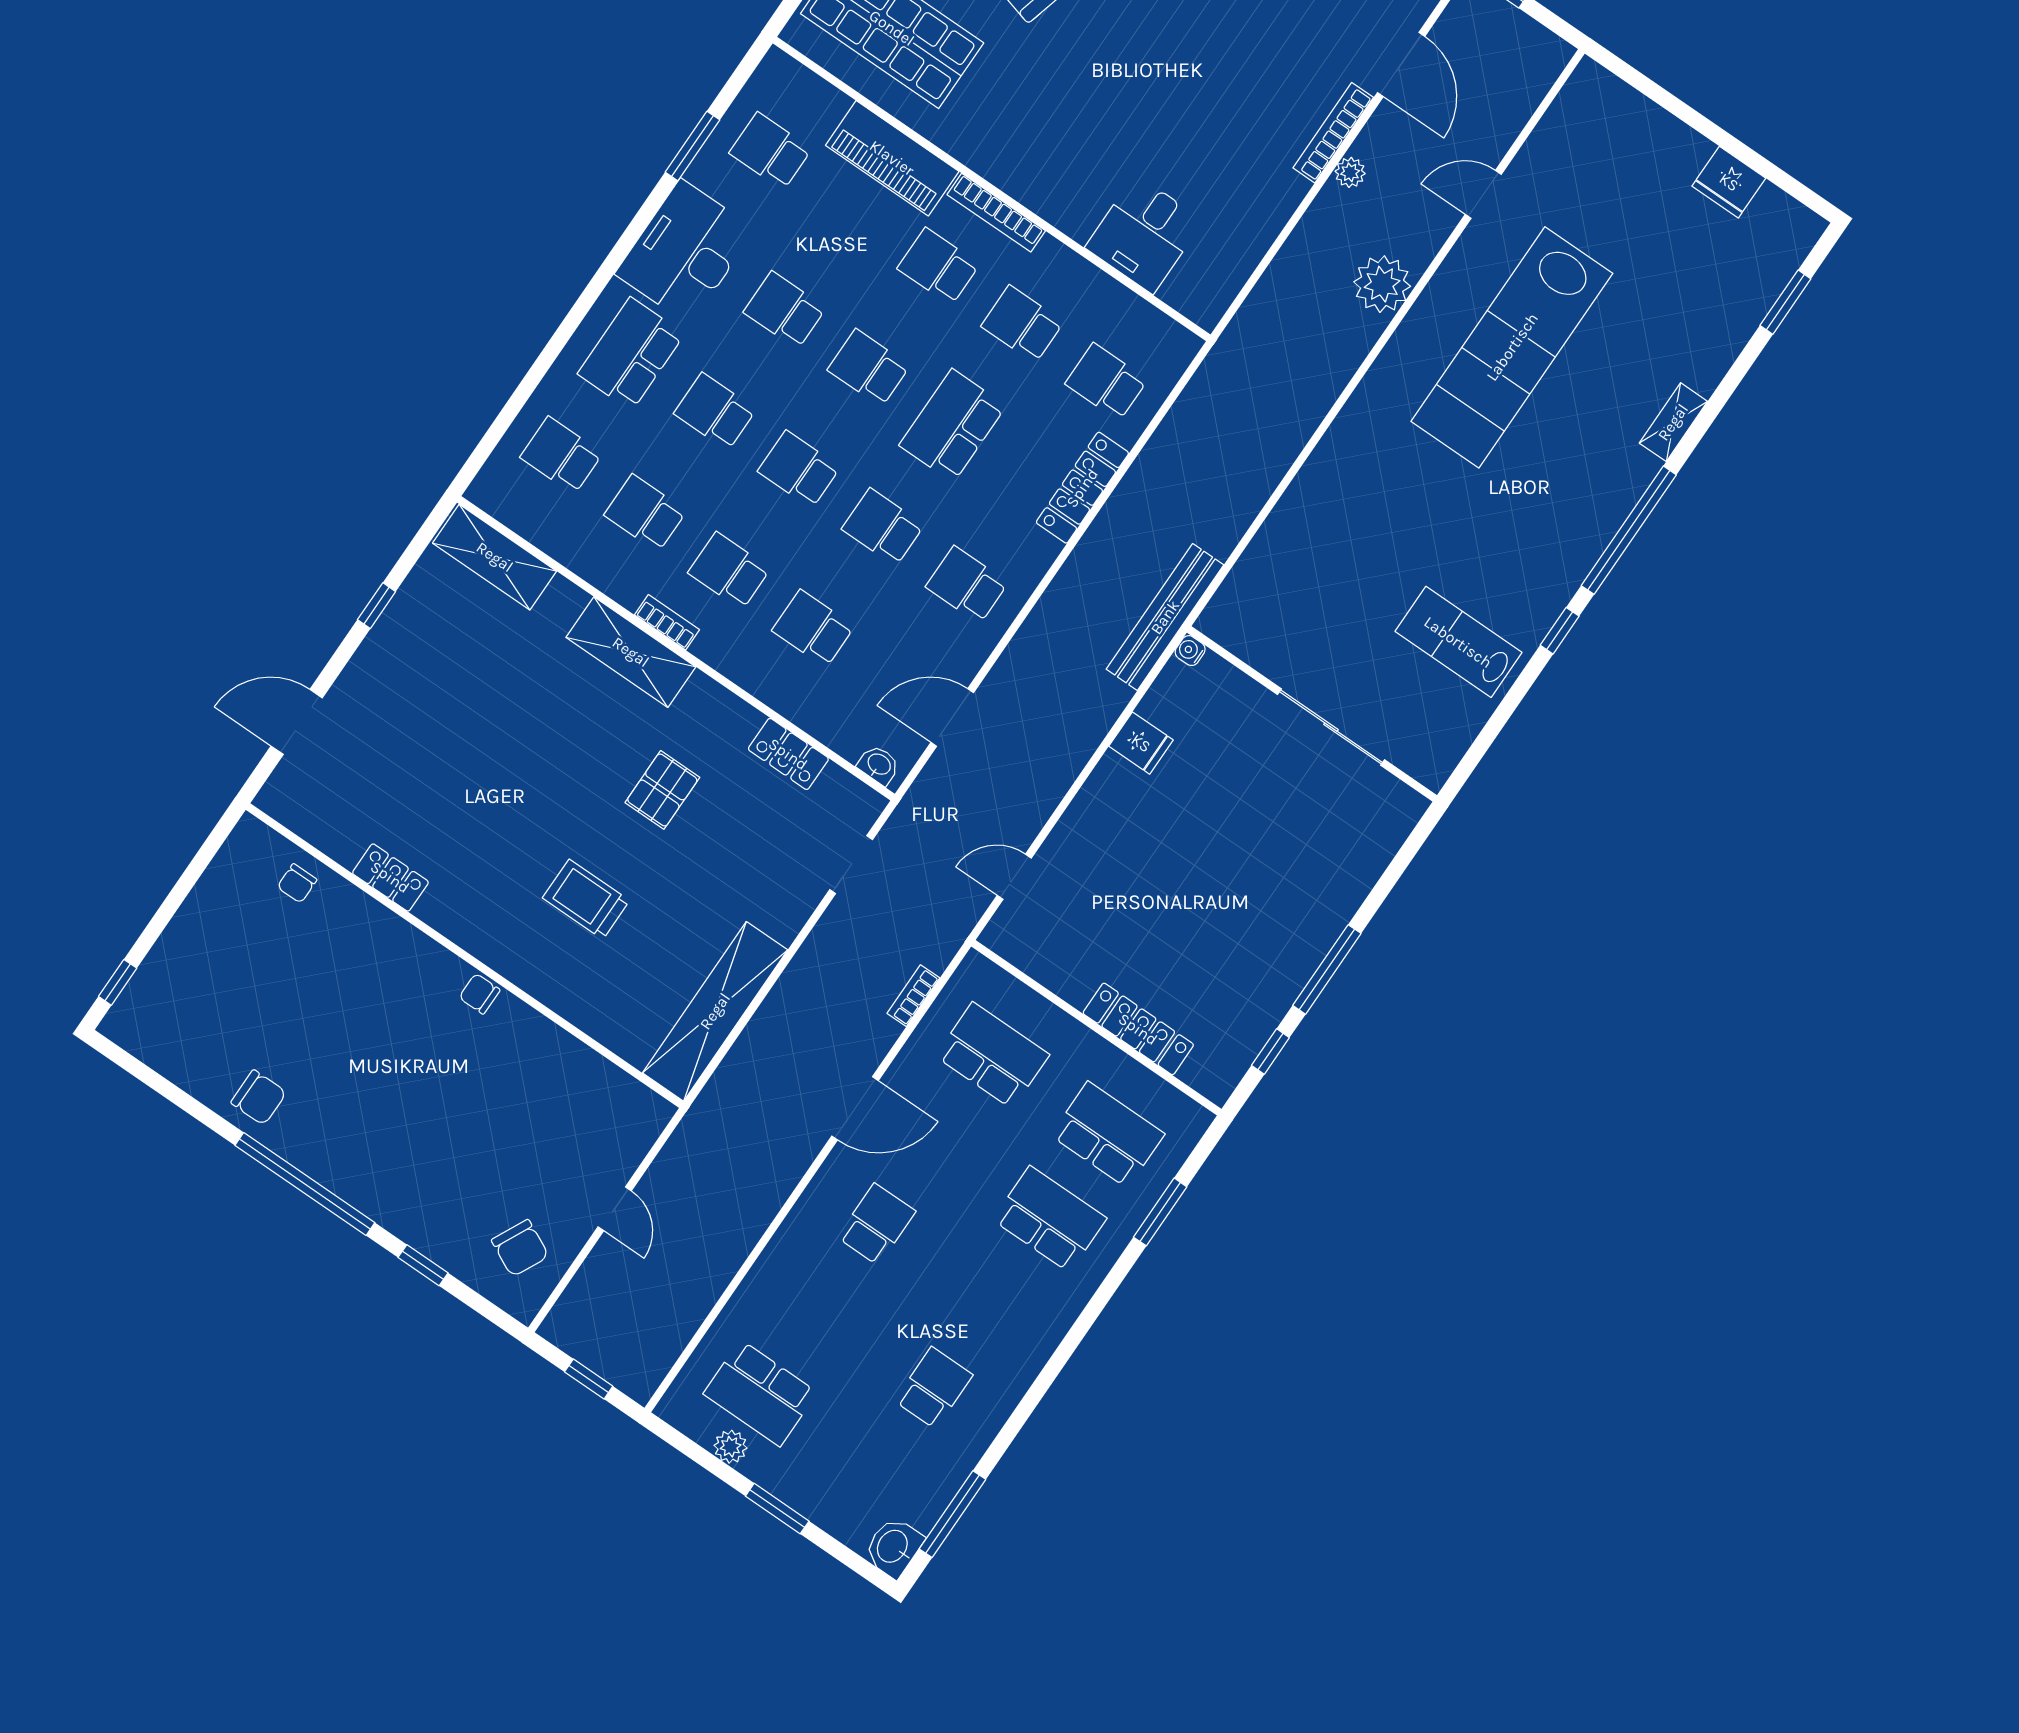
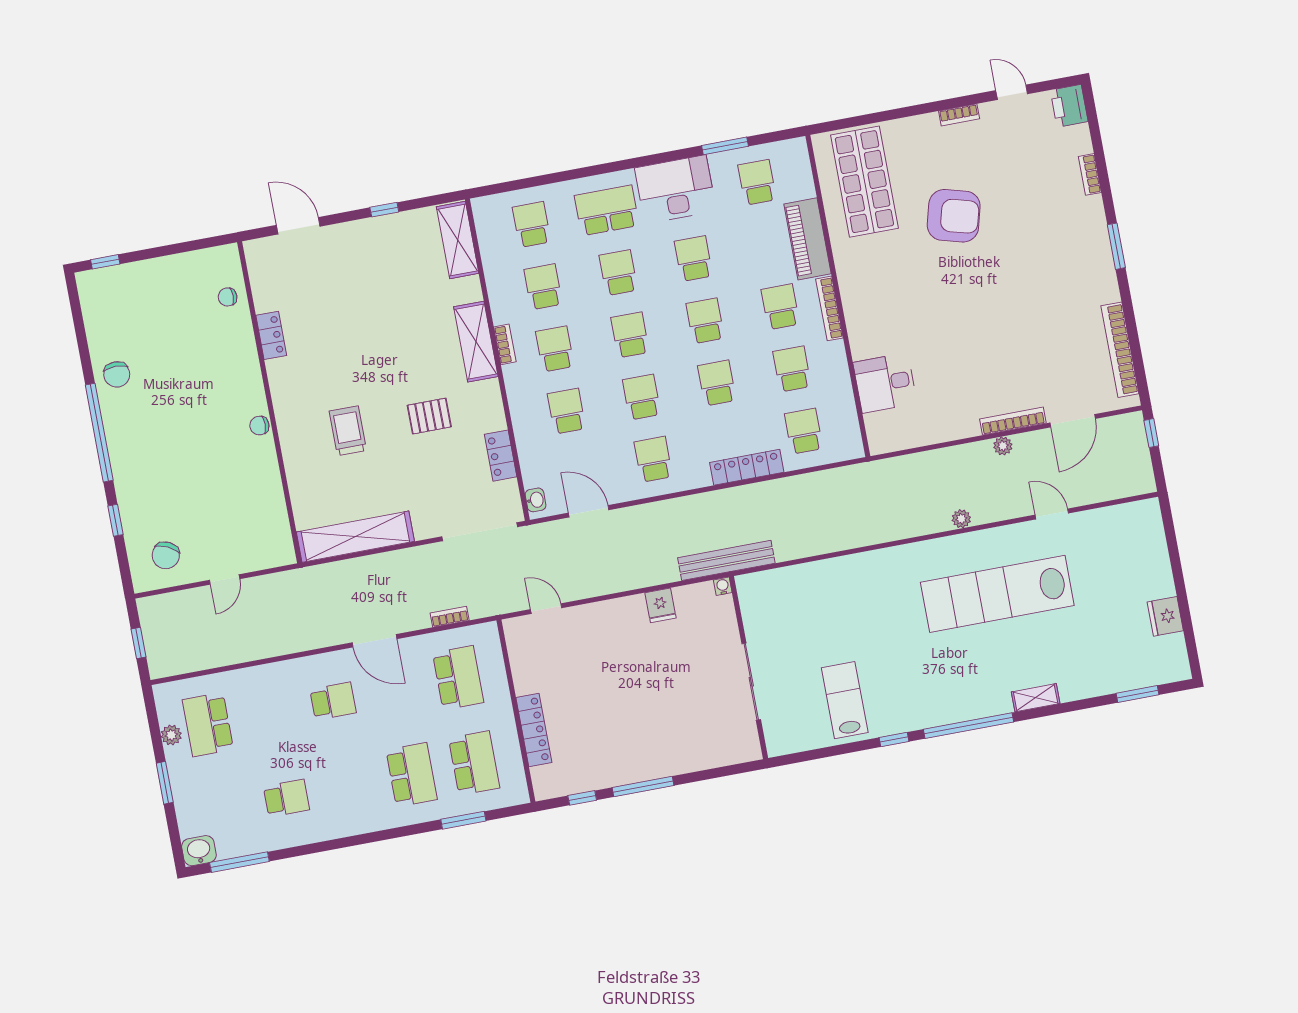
plant: (1382, 284) -> (961, 519), width x0.53, depth x0.53
school desk: (953, 426) -> (717, 383), width x0.54
doorway: (851, 865) -> (480, 532), width x1.87
chair: (479, 994) -> (259, 426), turned -90

